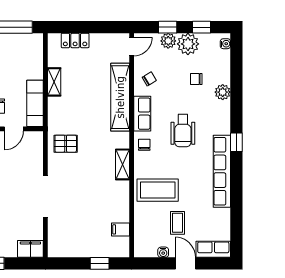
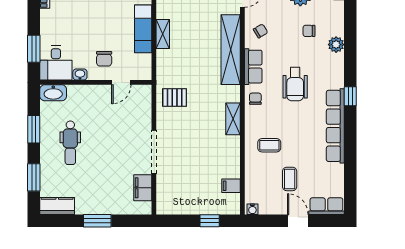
exam couch: (35, 103) -> (143, 29), moved
coffee table: (158, 190) -> (269, 145), width x0.54, depth x0.58
filing cabinet: (30, 249) -> (143, 188), moved, turned -90
water cooler: (163, 252) -> (252, 209), moved

